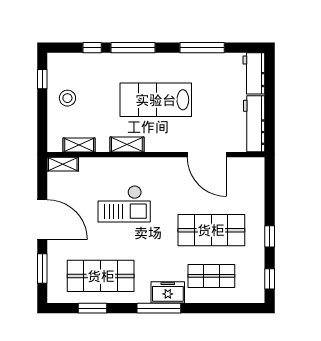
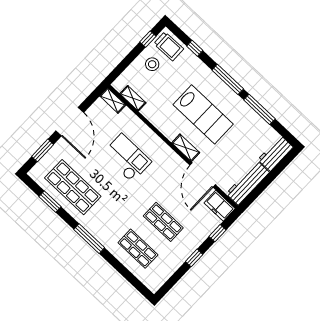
window: (133, 48) -> (228, 79), moved
trolley: (67, 68) -> (169, 46), added
lab bench: (156, 100) -> (203, 114), turned 180
shelving: (127, 145) -> (186, 148), moved
checkout: (124, 204) -> (127, 158), turned 180
shop shelf: (211, 230) -> (163, 222), width x0.70, depth x0.74
window: (270, 279) -> (218, 233), moved
freezer: (168, 292) -> (220, 206), moved, turned 180

